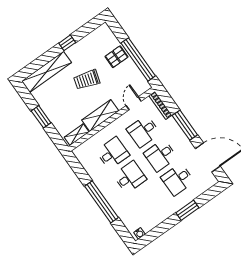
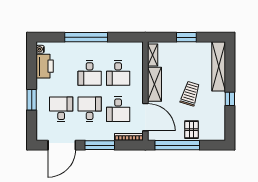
door: (134, 103) -> (145, 117), width x1.87
desk: (143, 131) -> (118, 109), turned 180
printer: (151, 219) -> (45, 66), added

